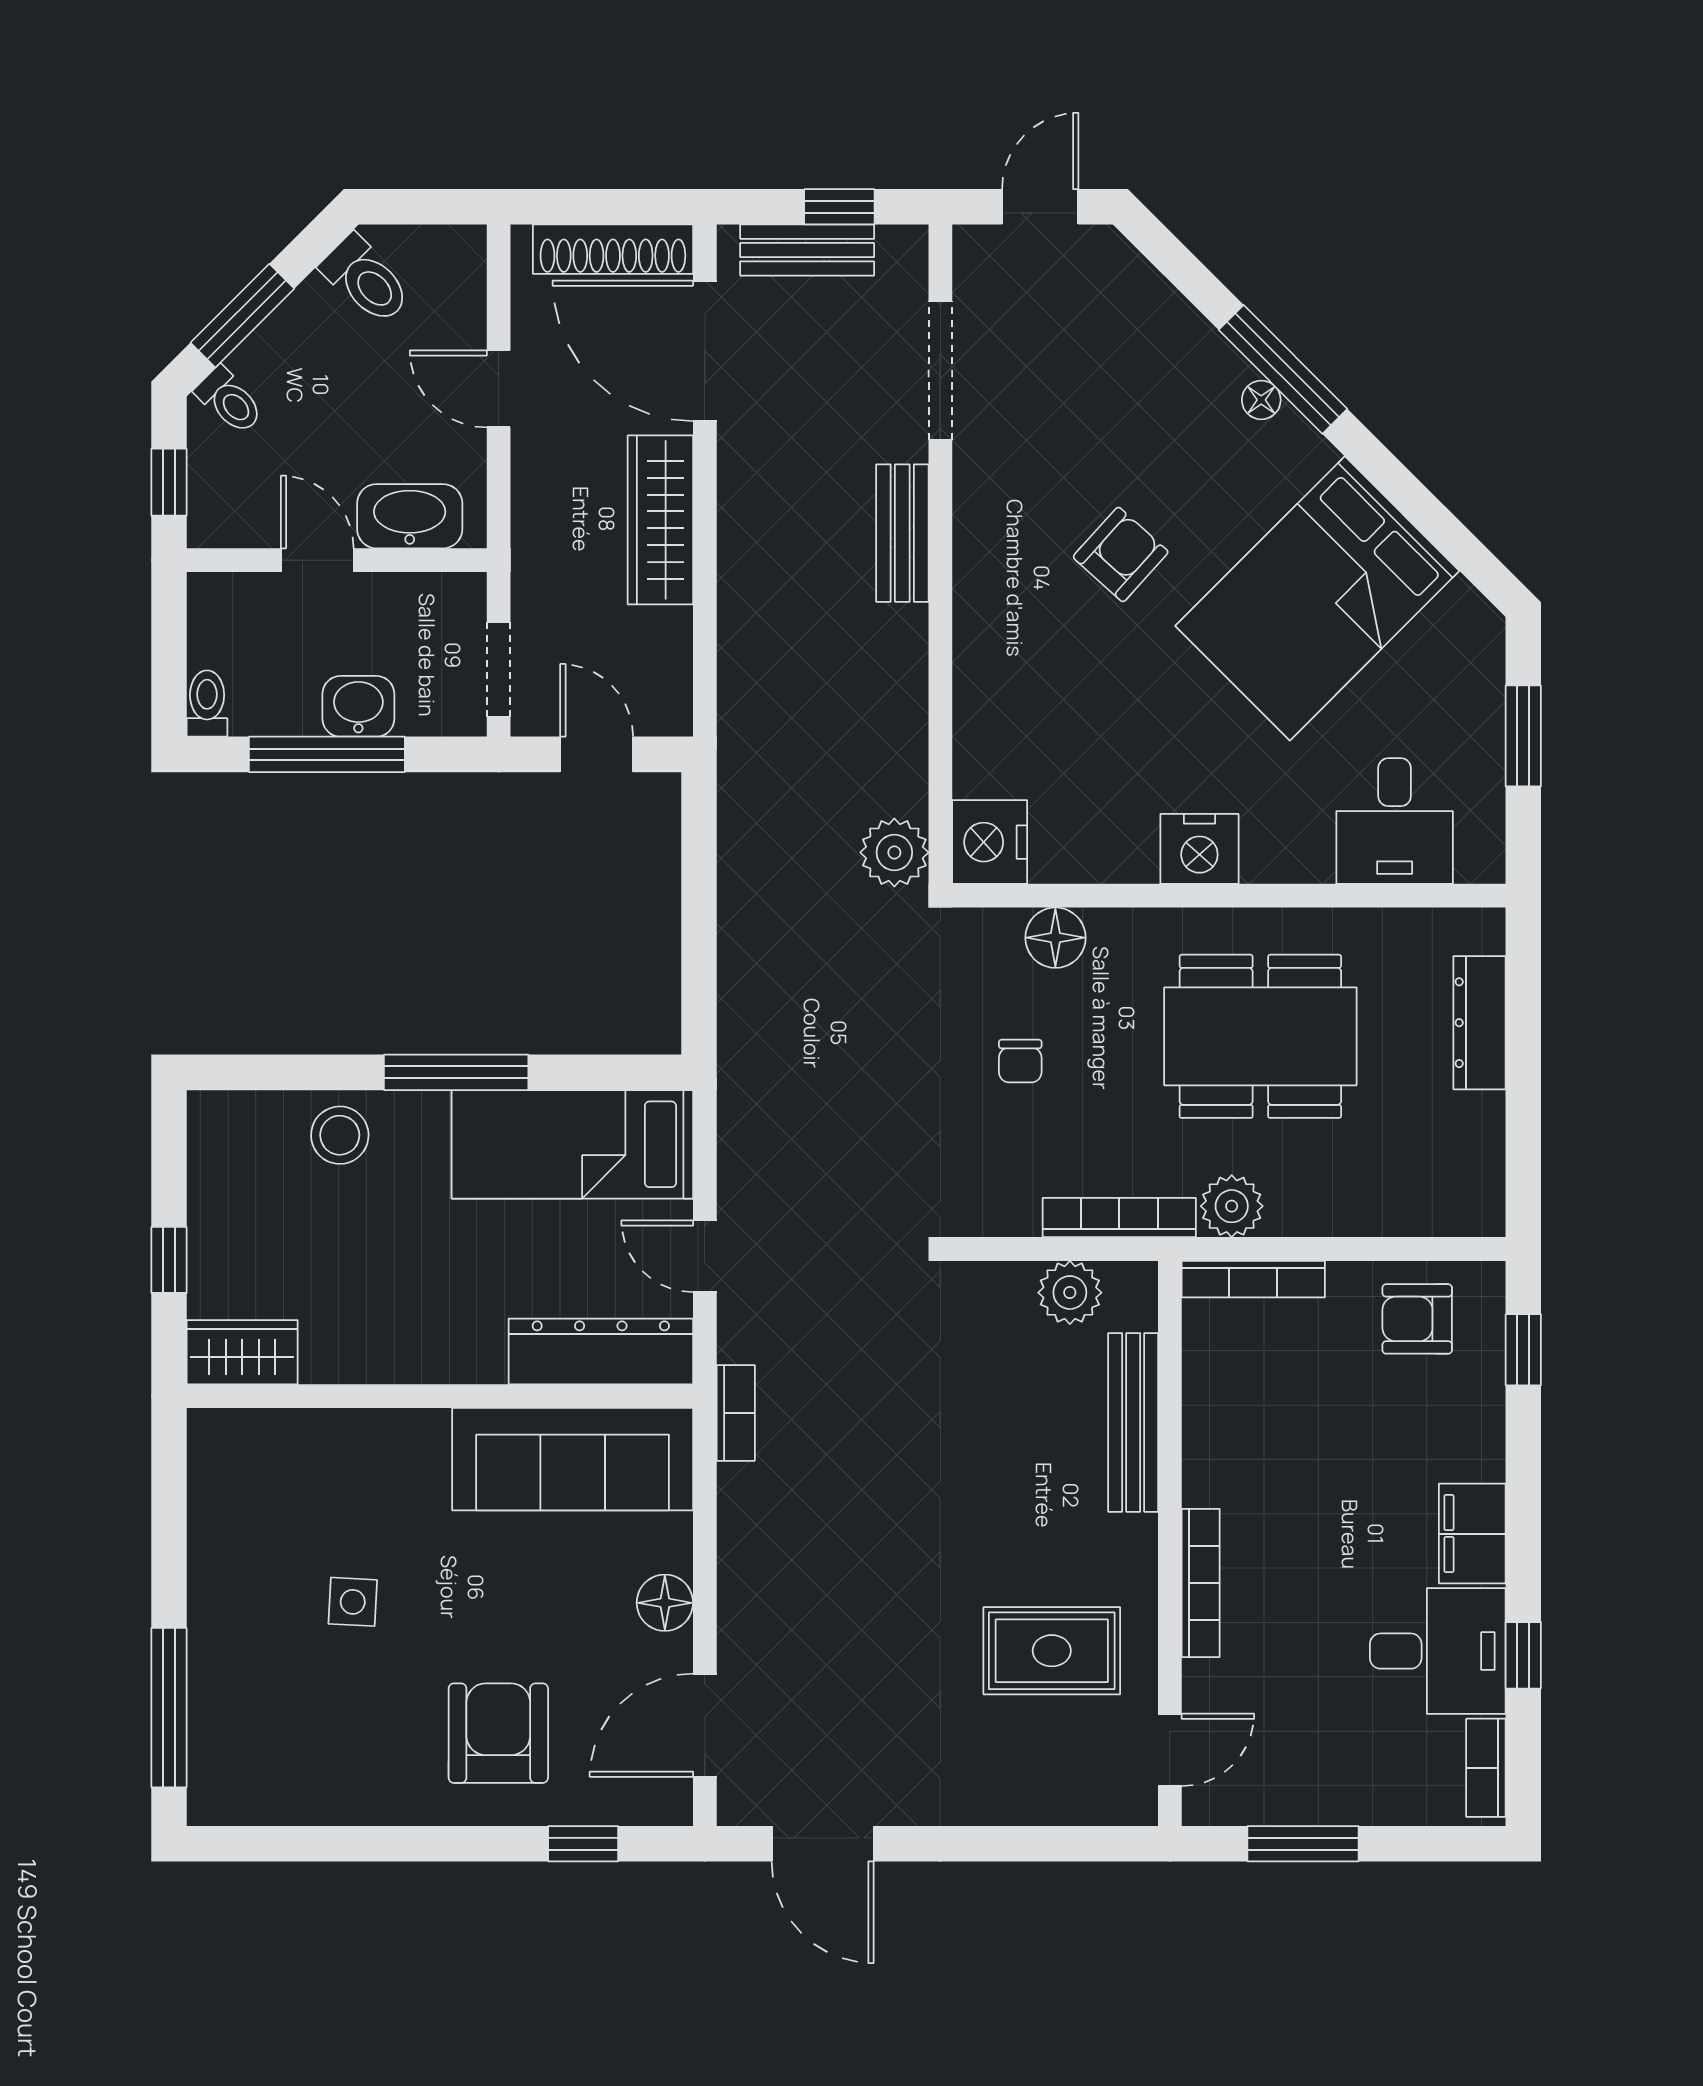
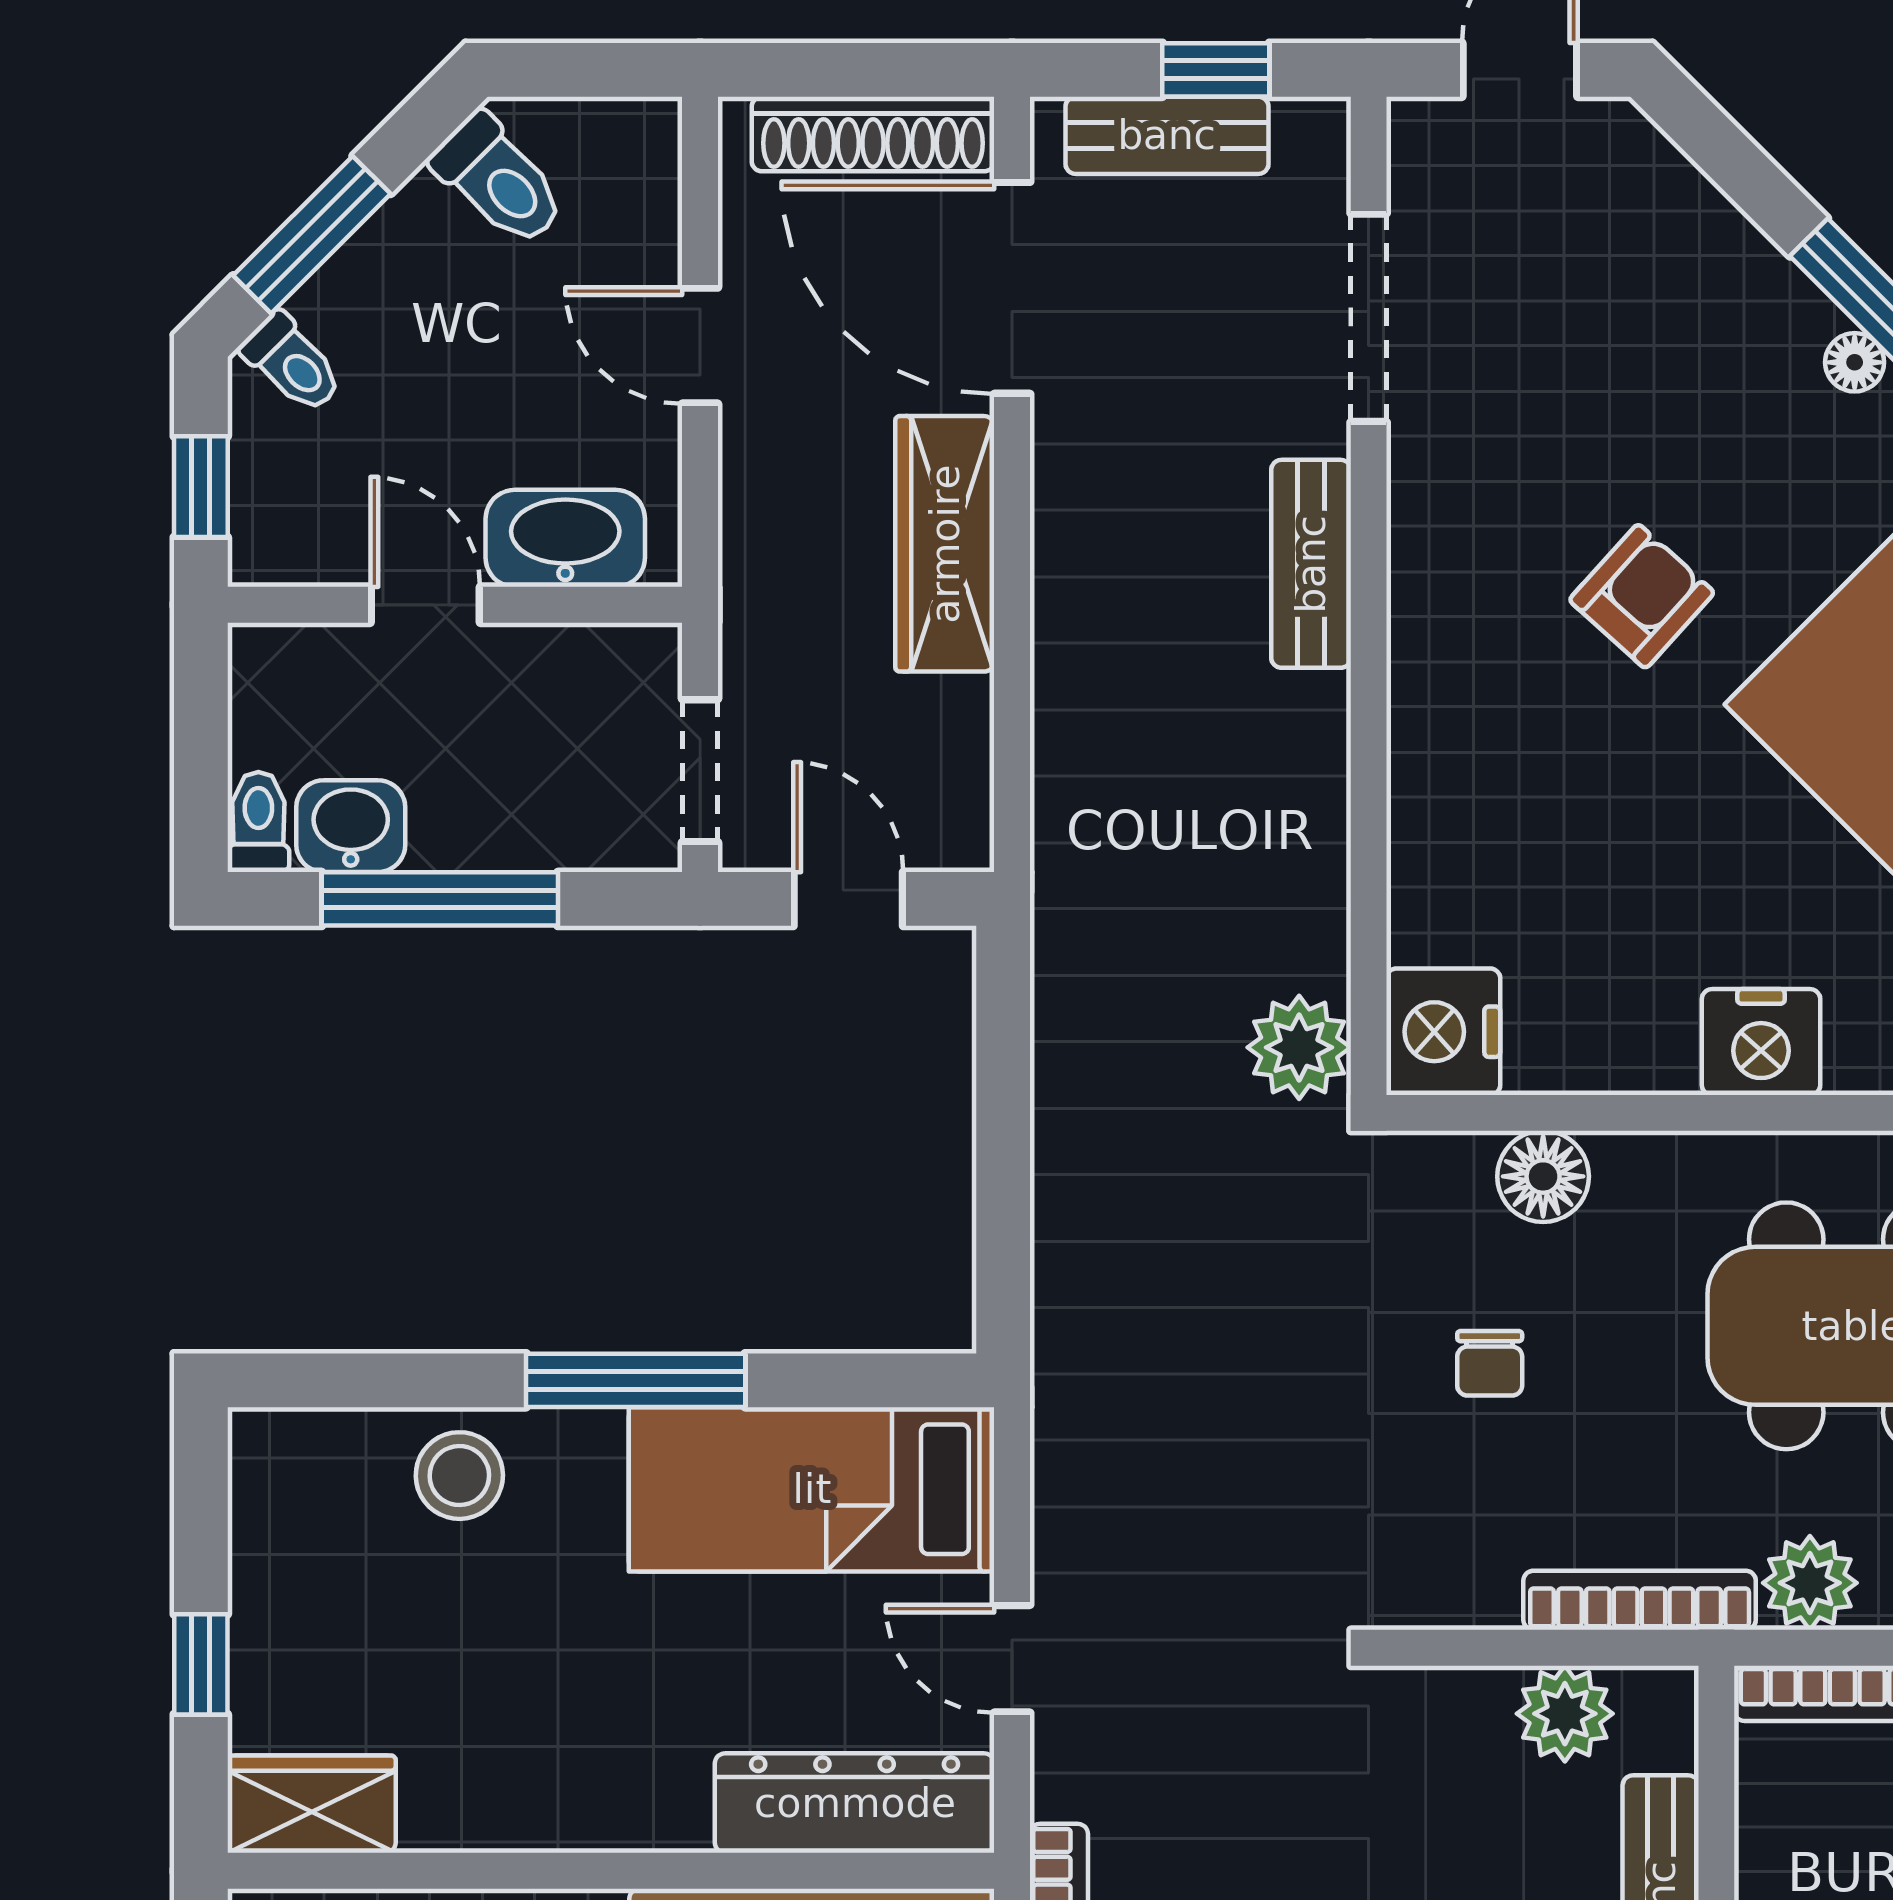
washbasin: (358, 706) -> (351, 826), moved

